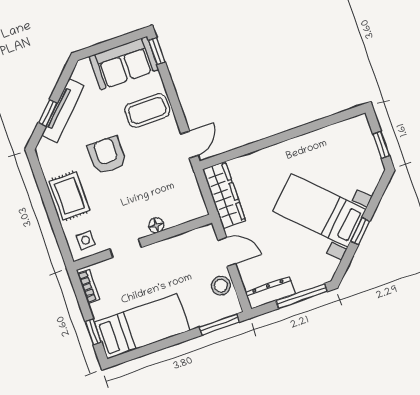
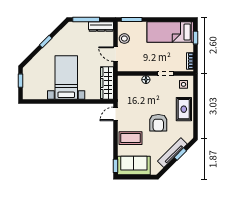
bed with nightstands: (319, 210) -> (66, 78), moved, turned -135

